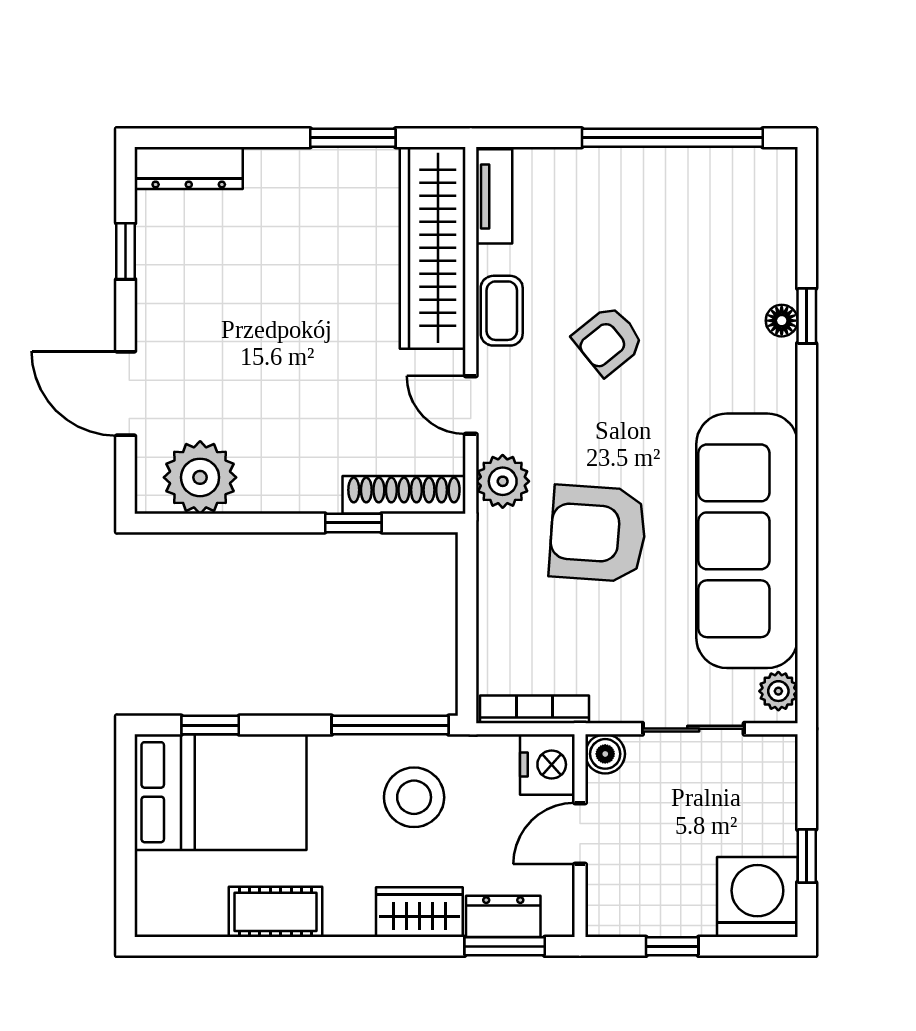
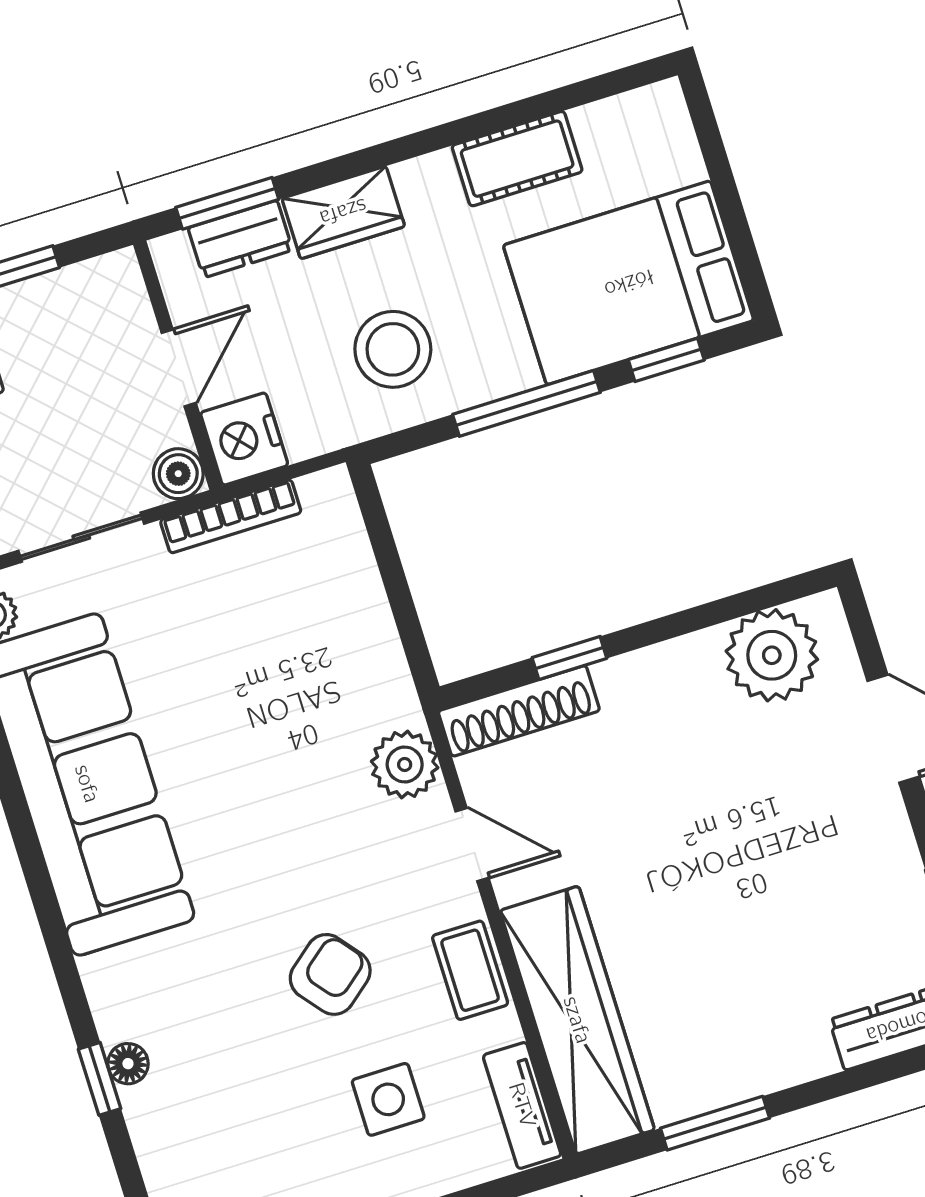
side table: (594, 233) -> (388, 1099), added
armchair: (598, 533) -> (270, 737), removed
bookcase: (534, 709) -> (231, 516), moved
window: (390, 725) -> (526, 403), moved

